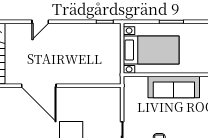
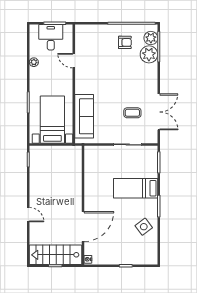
door: (39, 86) -> (83, 227), moved
sofa: (174, 87) -> (84, 116), moved

